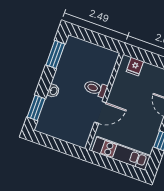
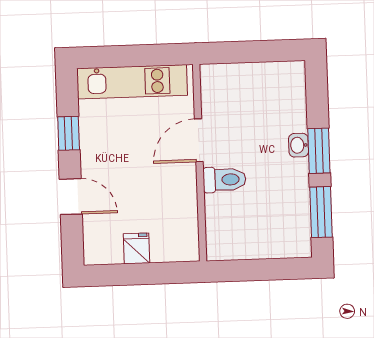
fridge: (135, 67) -> (137, 248), moved
window: (36, 108) -> (319, 151), moved

